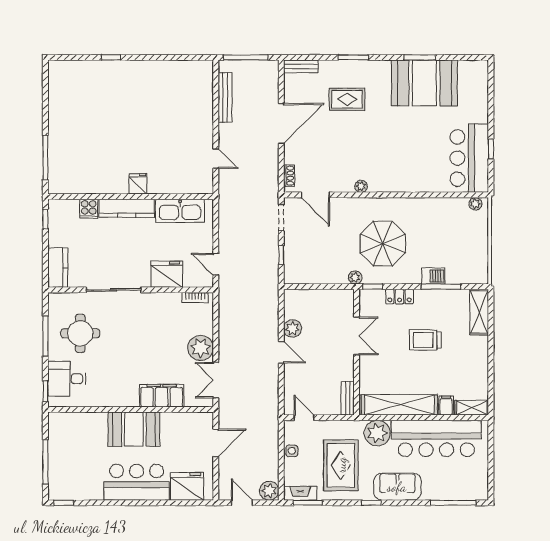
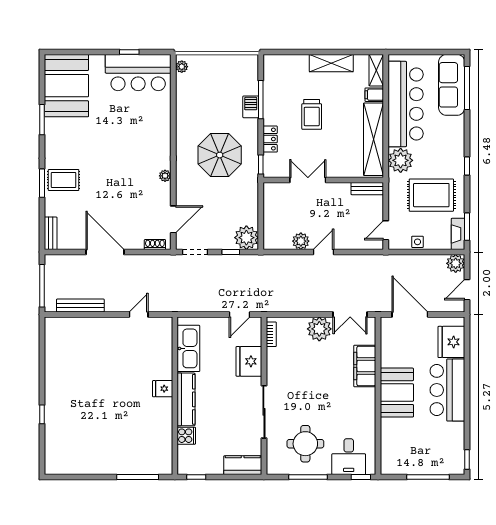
booth: (424, 83) -> (66, 86), moved
rug: (347, 99) -> (64, 180), moved, turned 90
plant: (355, 277) -> (246, 238), moved, width x1.87, depth x1.87
shelving: (479, 312) -> (331, 63), moved
door: (216, 443) -> (410, 314), width x1.36
sofa: (397, 487) -> (452, 85), moved, width x1.36

